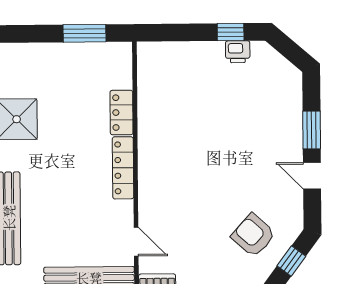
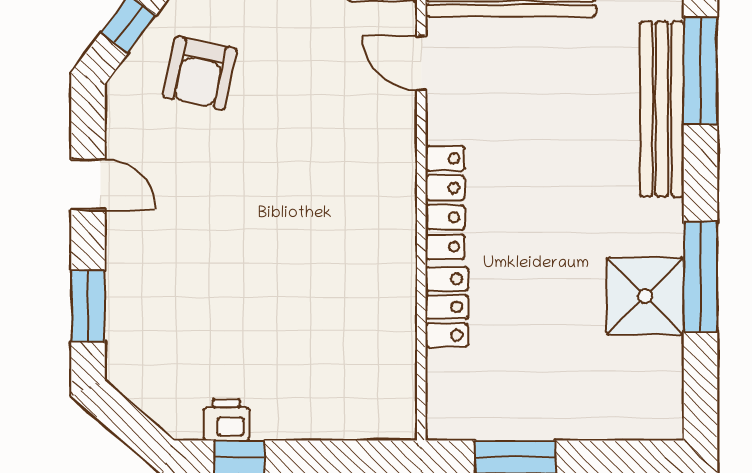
window: (312, 130) -> (88, 306), moved
armchair: (253, 235) -> (200, 73), turned 60

